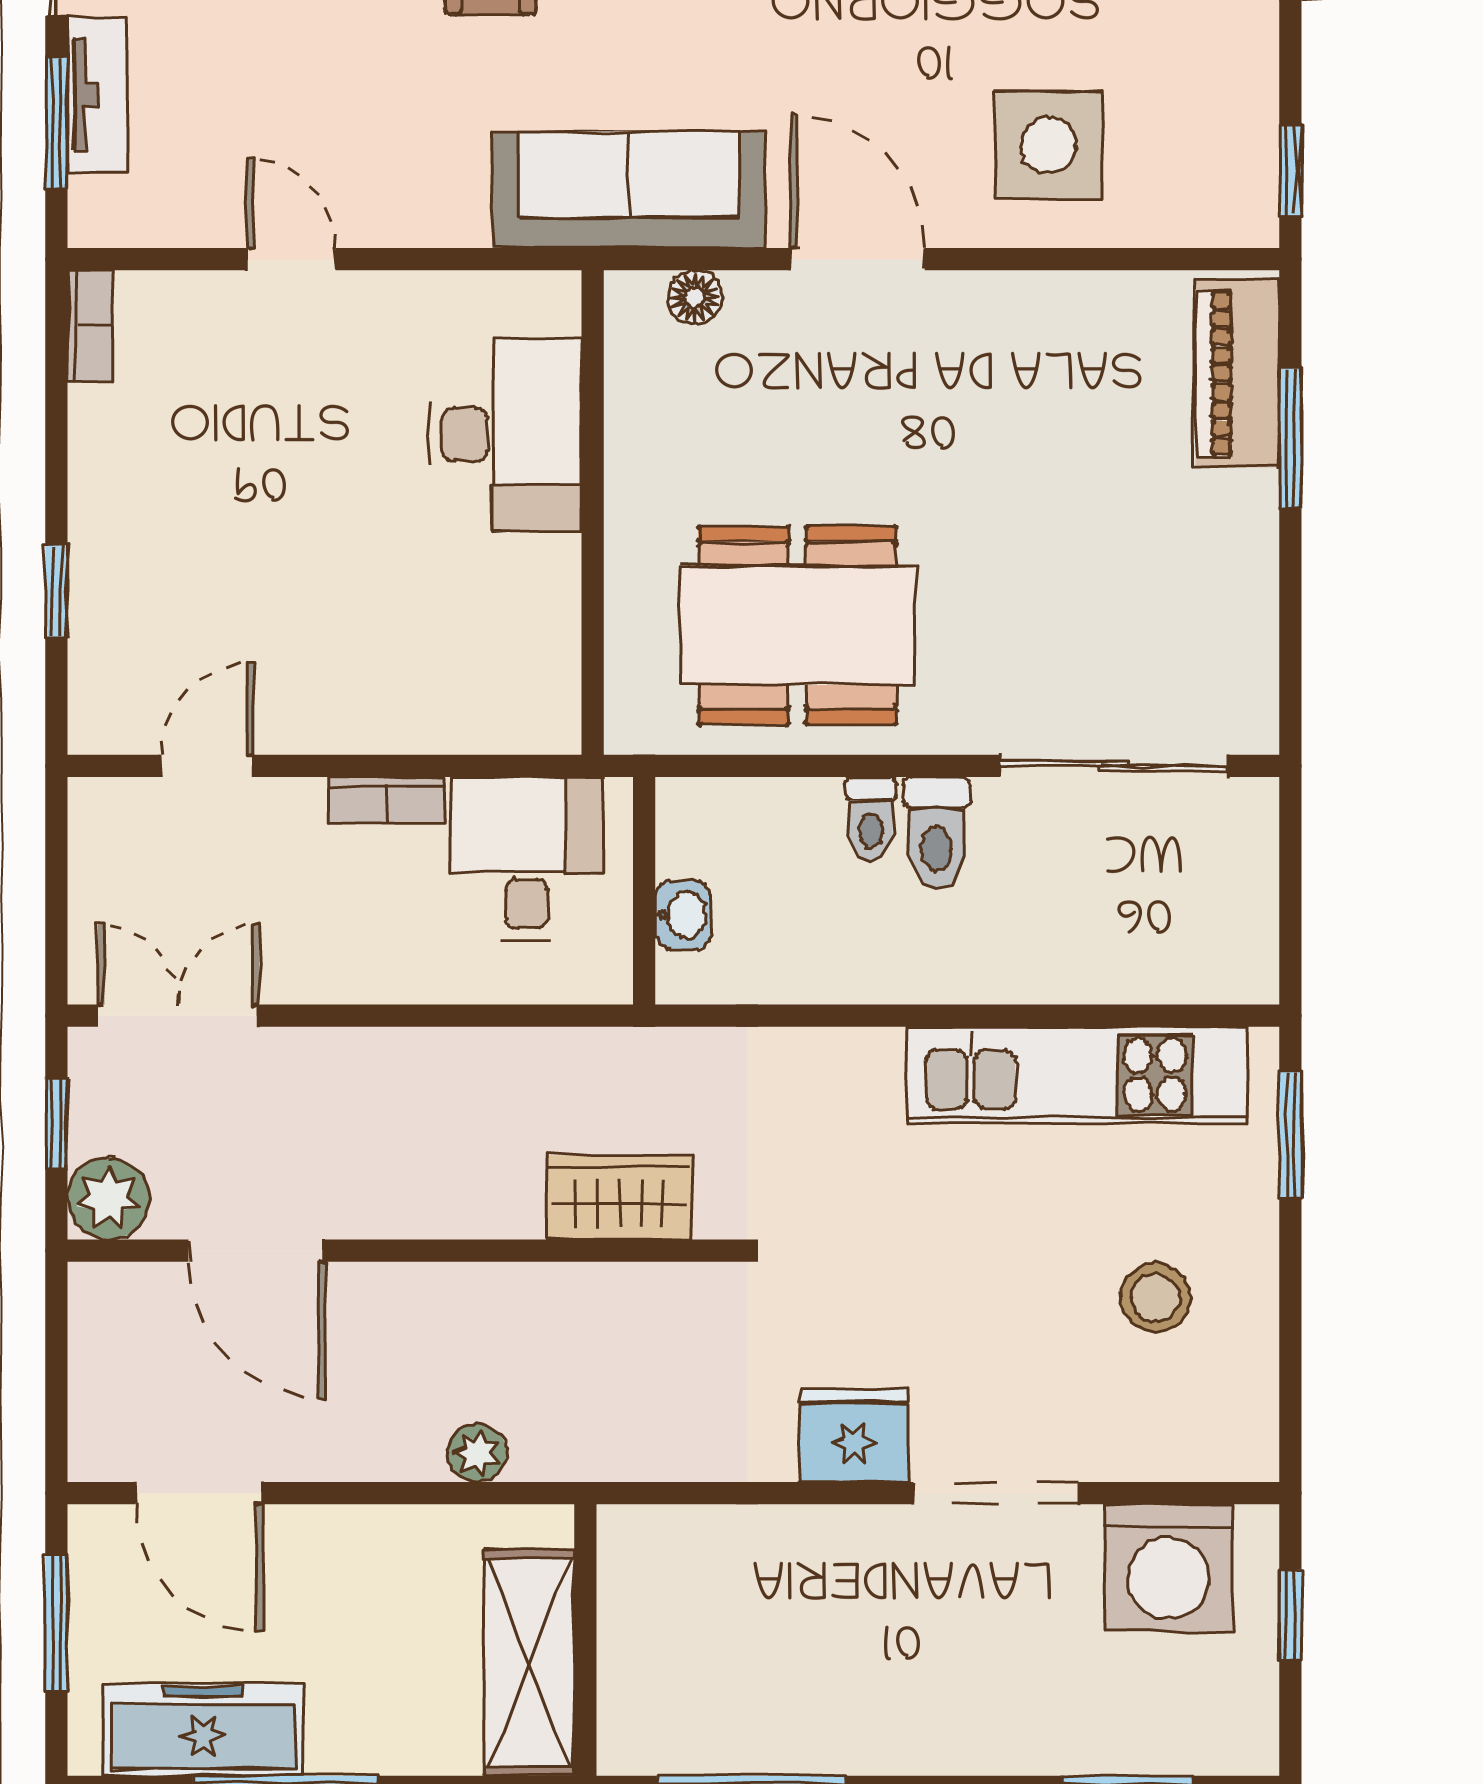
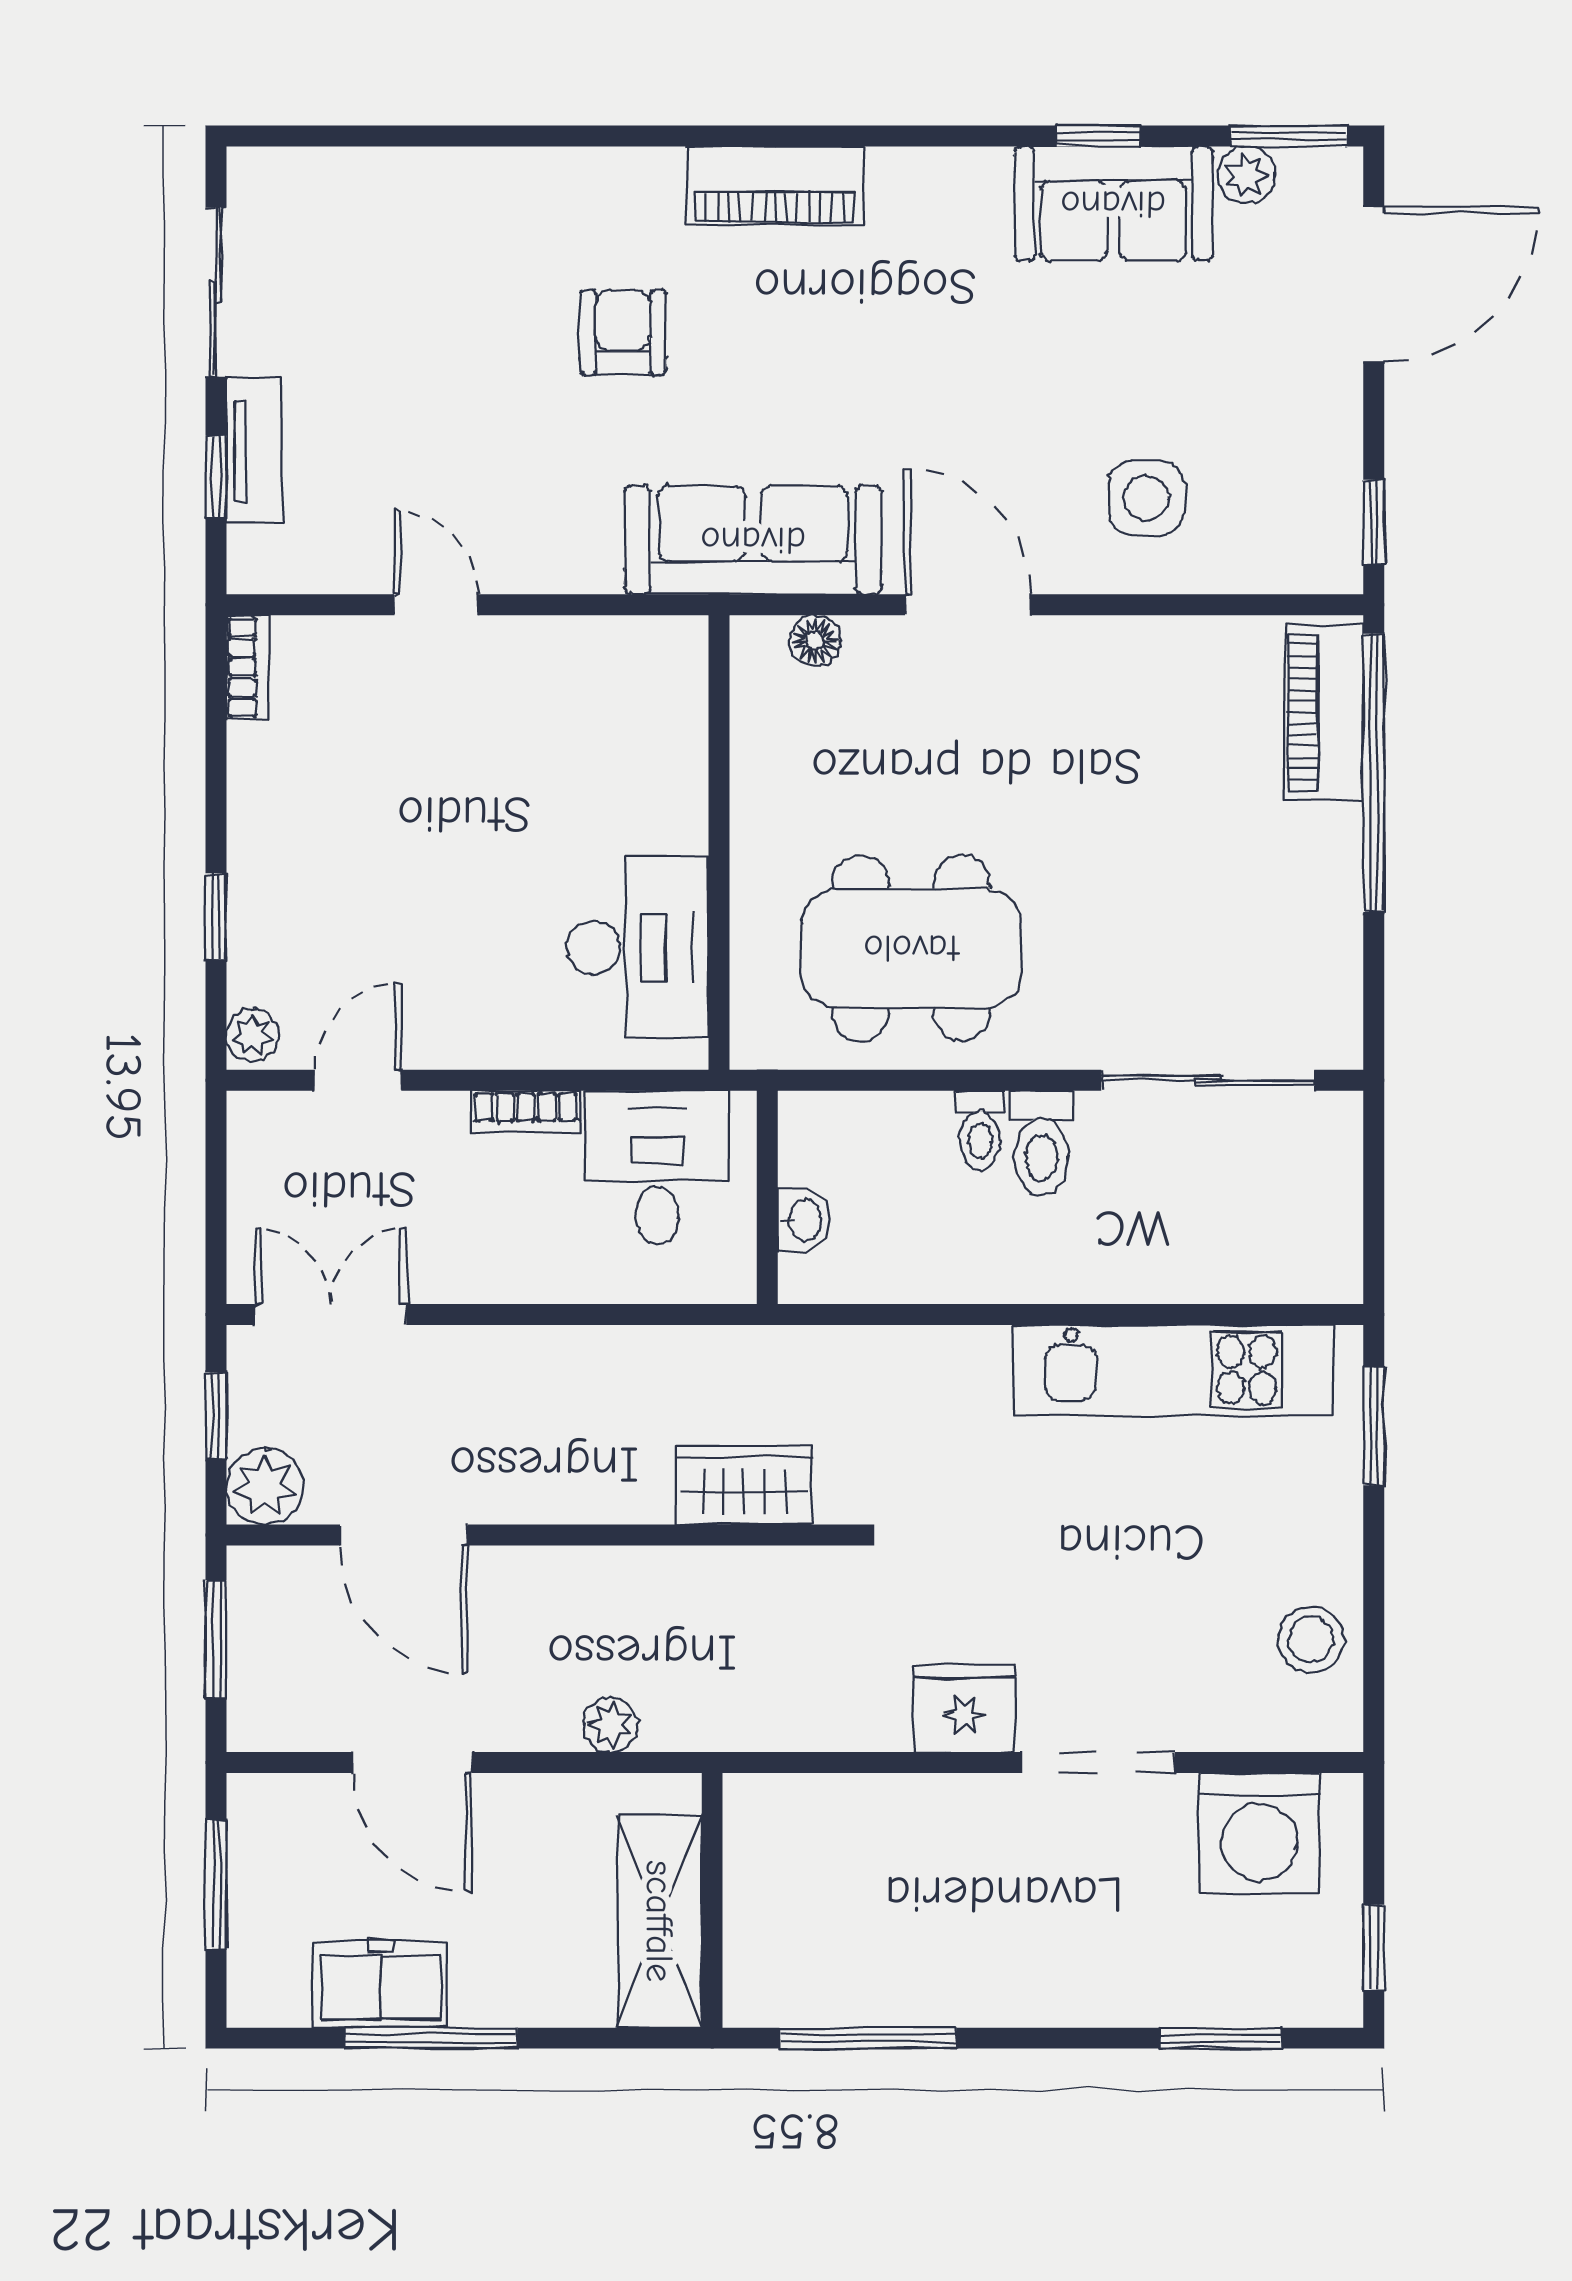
window: (56, 123) -> (216, 477), width x0.67
side table: (1048, 145) -> (1146, 498), width x0.73, depth x0.73
desk: (506, 434) -> (638, 948), moved
window: (1290, 438) -> (1374, 773), width x2.11
plant: (95, 718) -> (252, 1035), added
stool: (1155, 1298) -> (1311, 1640), moved
window: (56, 1362) -> (216, 1639), added
door: (199, 1493) -> (412, 1762), moved
window: (1290, 1615) -> (1374, 1947), moved
freezer: (203, 1730) -> (380, 1984), width x0.71

